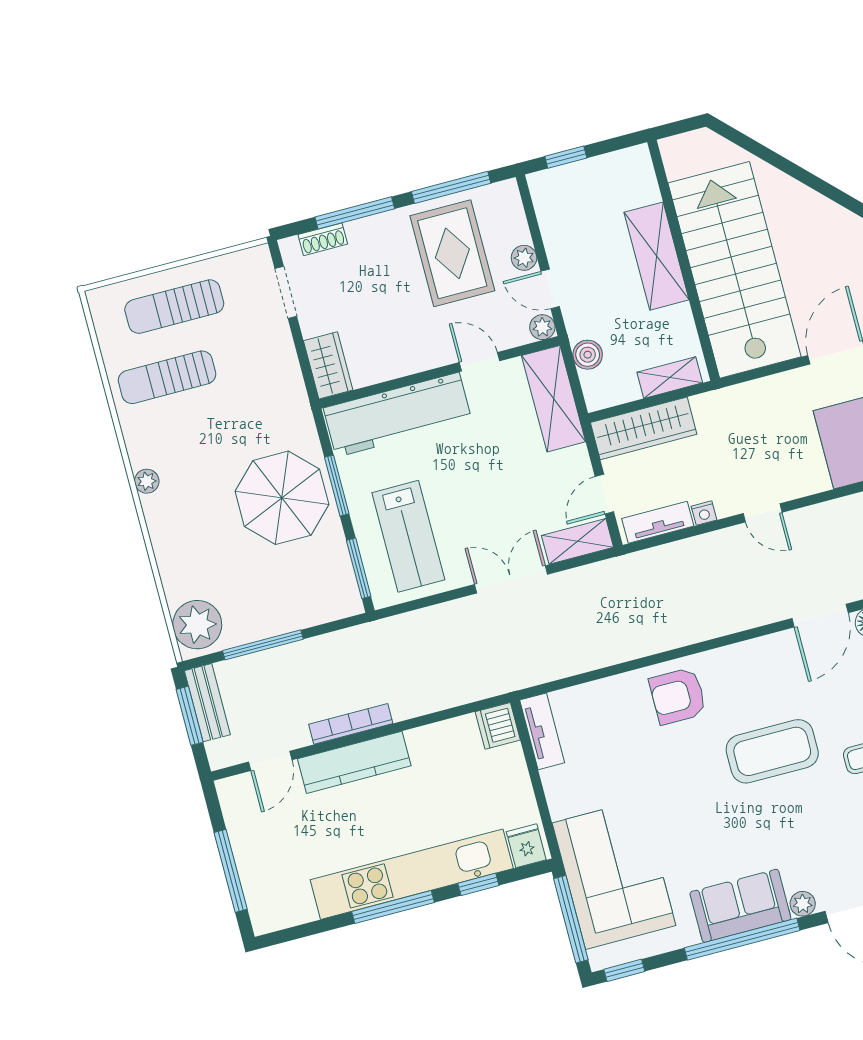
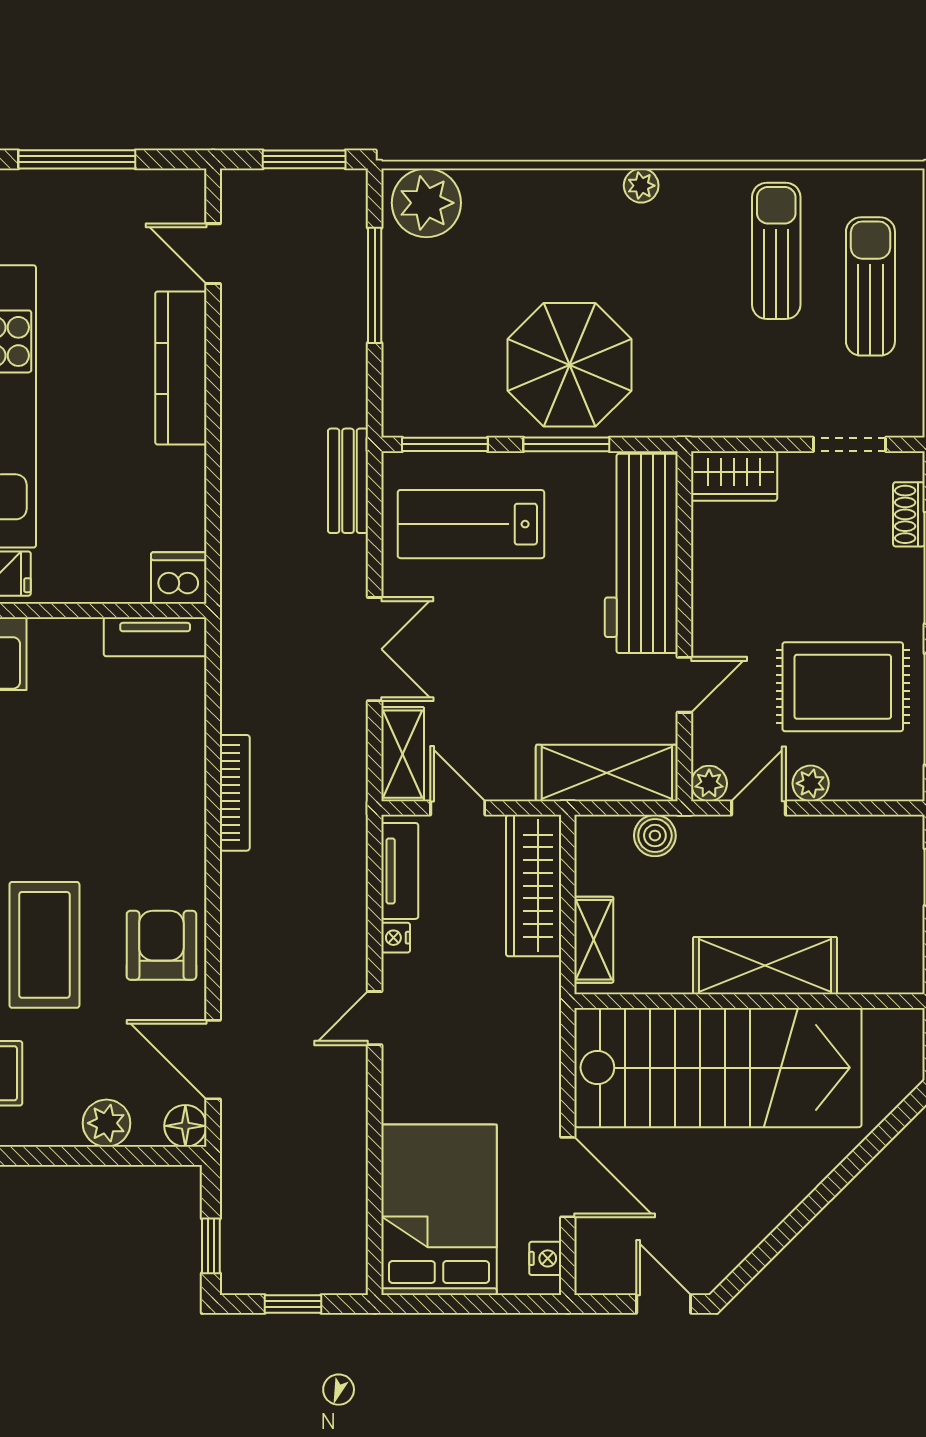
armchair: (678, 696) -> (161, 945), moved
bench: (207, 703) -> (348, 481), moved, turned 90
bookcase: (351, 724) -> (235, 793), moved

